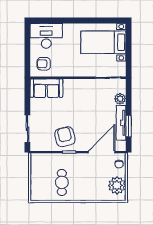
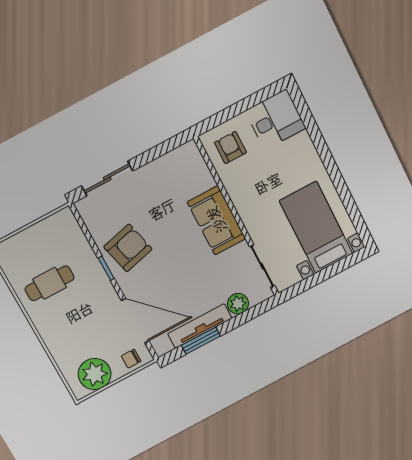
desk: (46, 36) -> (276, 119), width x0.73
sofa: (46, 88) -> (216, 220), moved

